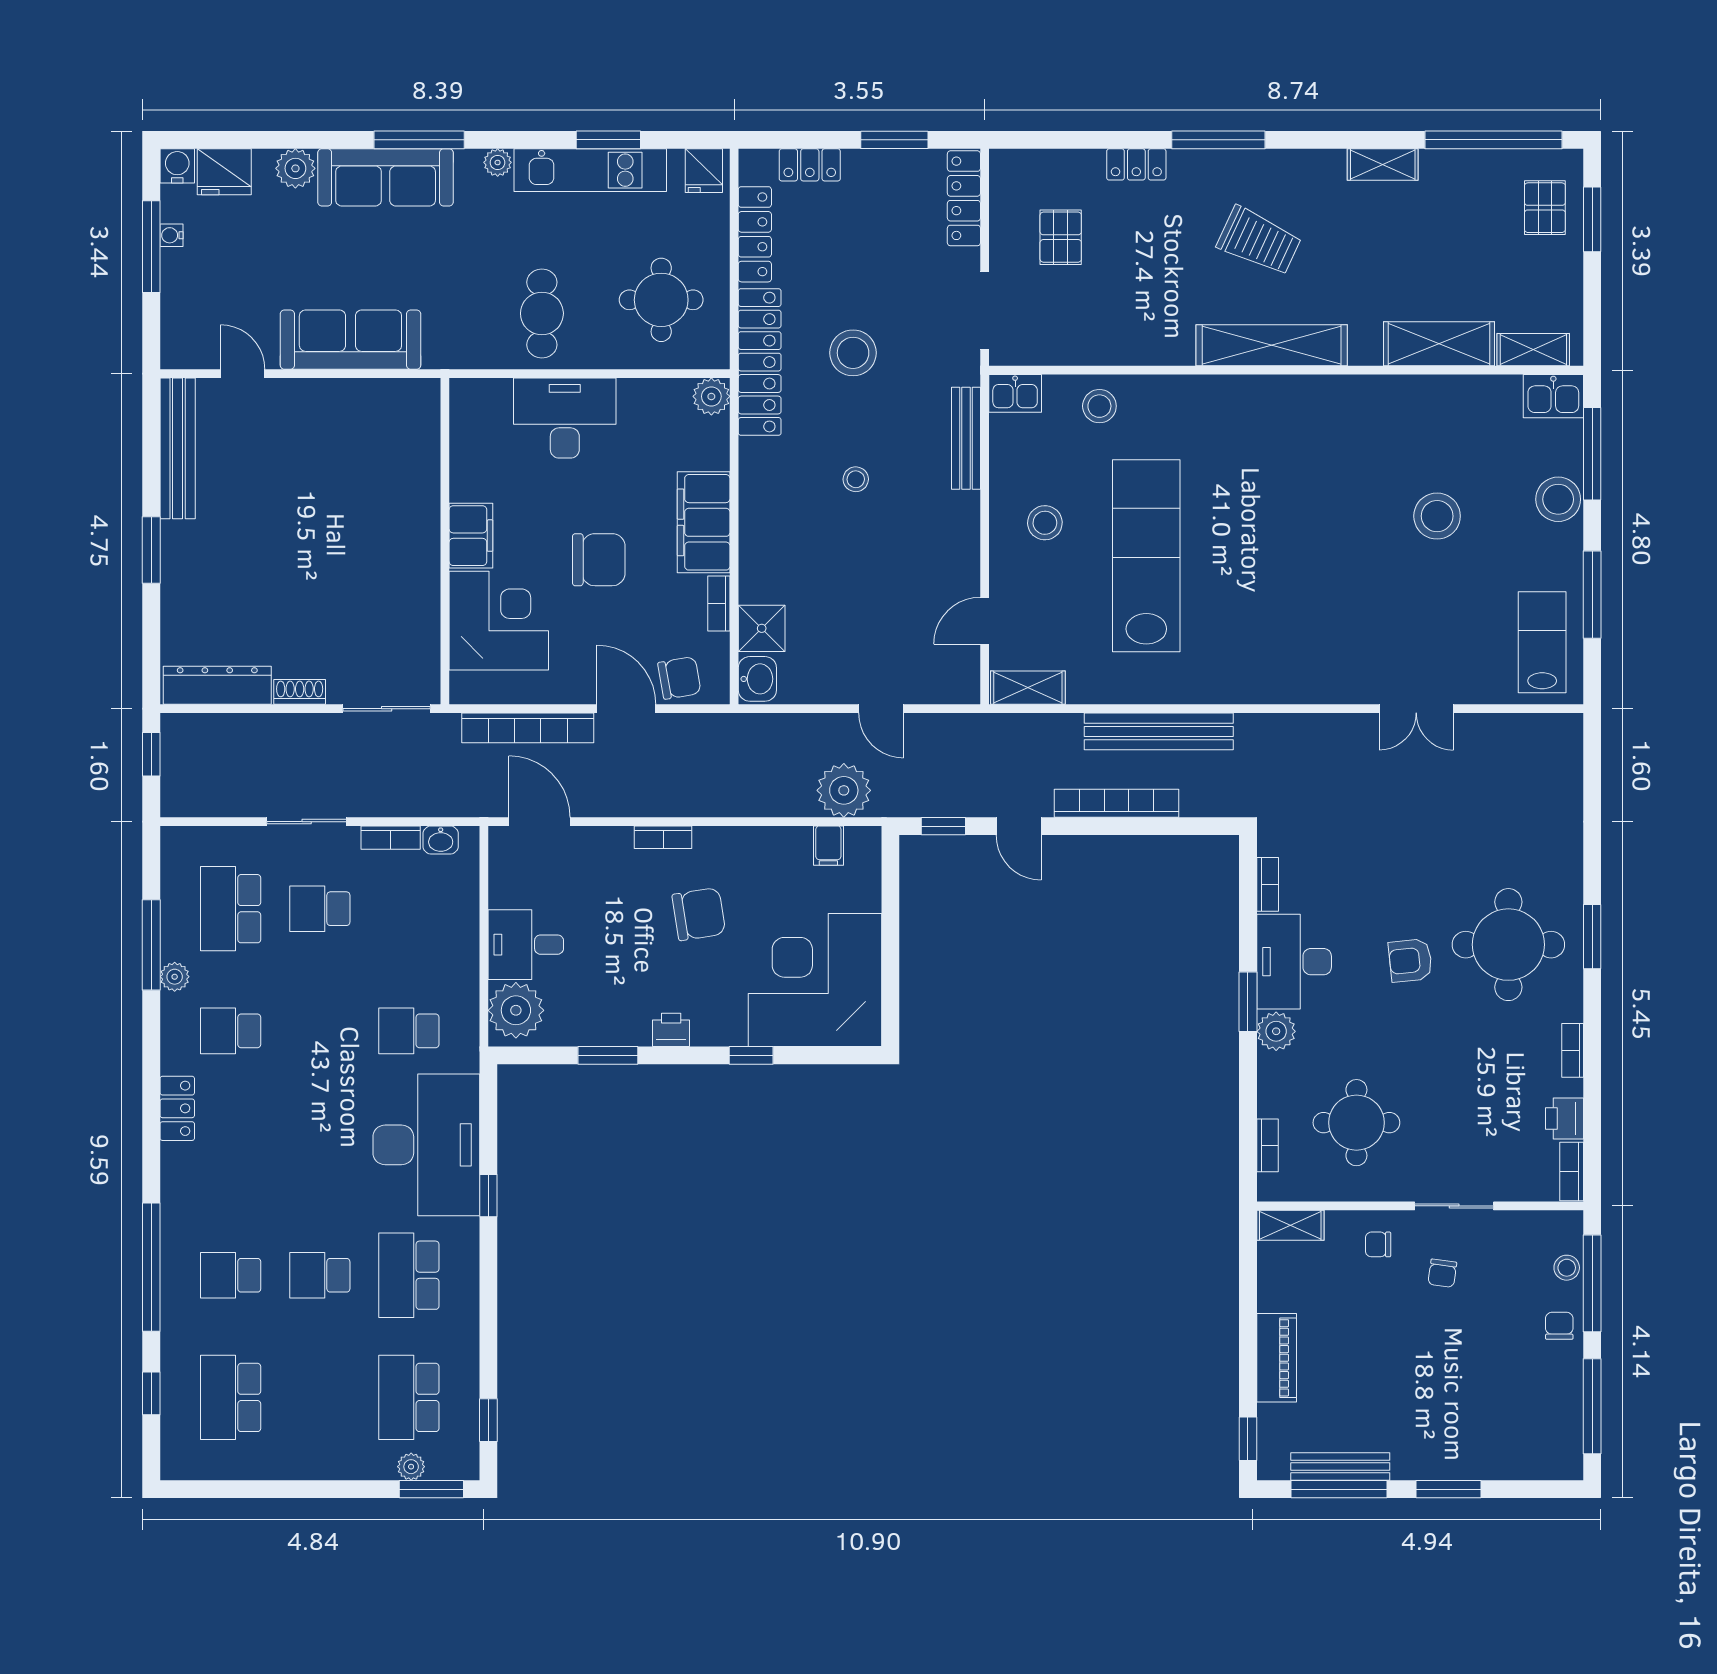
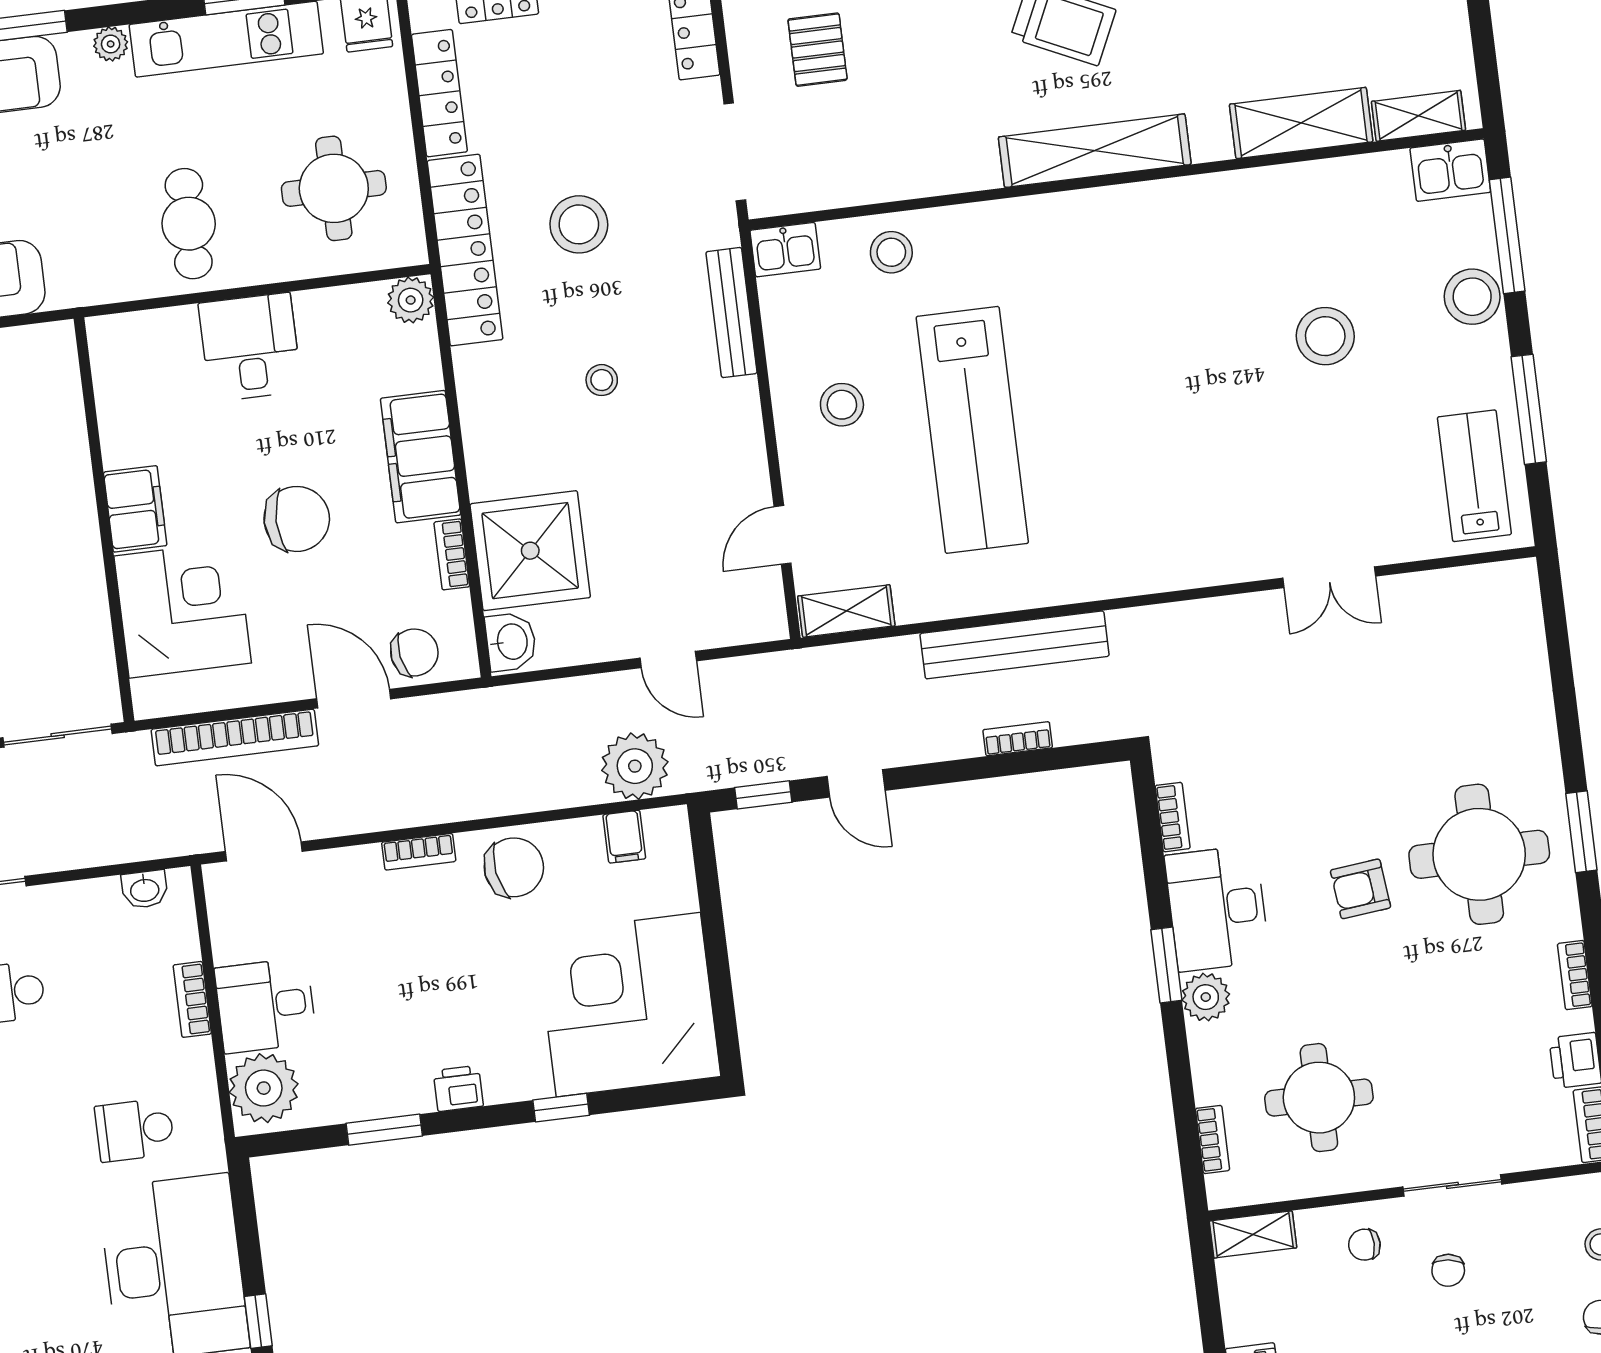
desk: (565, 418) -> (250, 347), width x0.73
lab bench: (1146, 556) -> (972, 430), turned 180
shower: (762, 628) -> (530, 551), width x1.86, depth x1.86
bookcase: (1117, 803) -> (1018, 739), width x0.43, depth x0.76
bookcase: (391, 838) -> (192, 999), moved, turned 90
chair: (699, 914) -> (514, 867), moved

